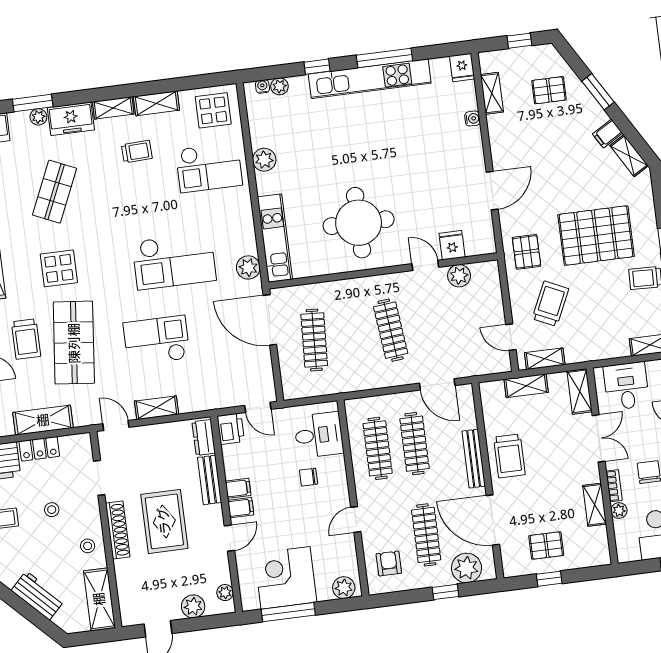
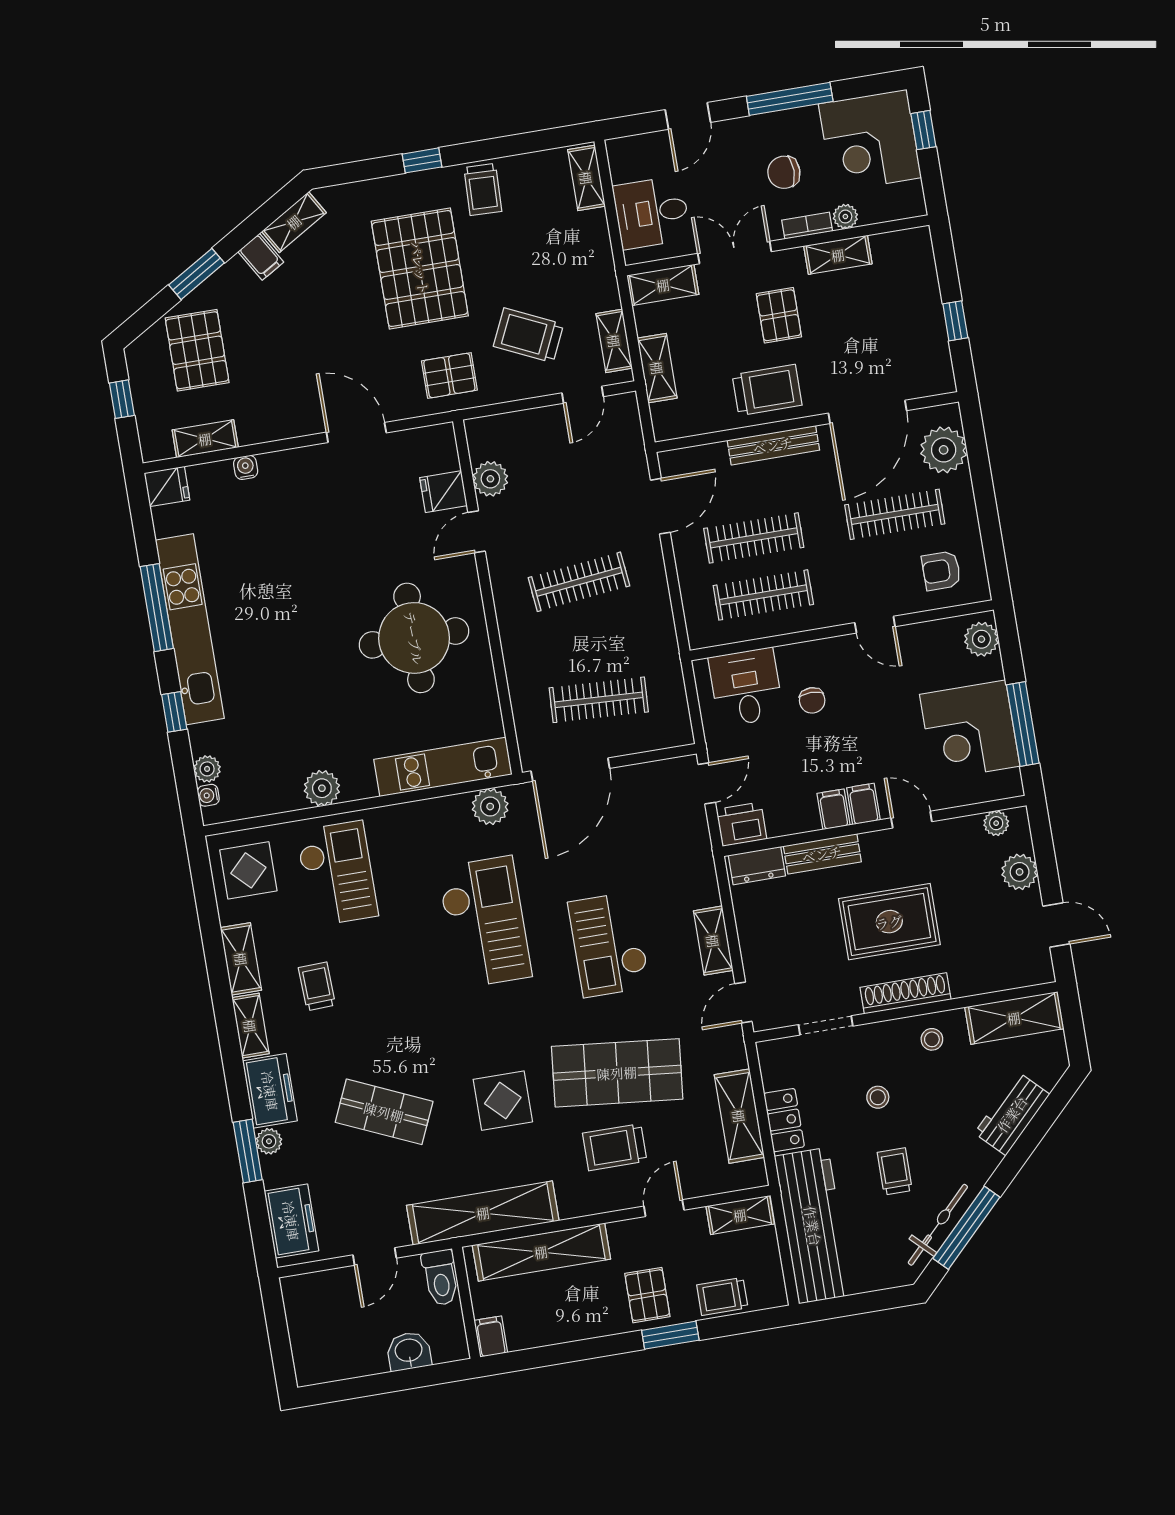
pallet: (549, 90) -> (197, 350), width x1.50, depth x1.42
trolley: (26, 339) -> (615, 1147), turned 180
pallet: (546, 546) -> (779, 315), moved
window: (445, 592) -> (982, 481), removed

